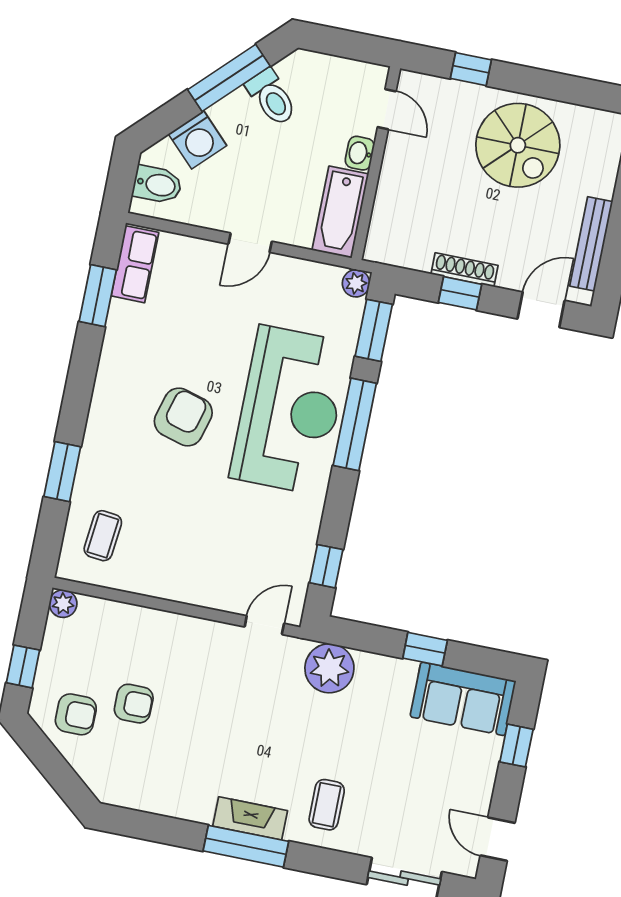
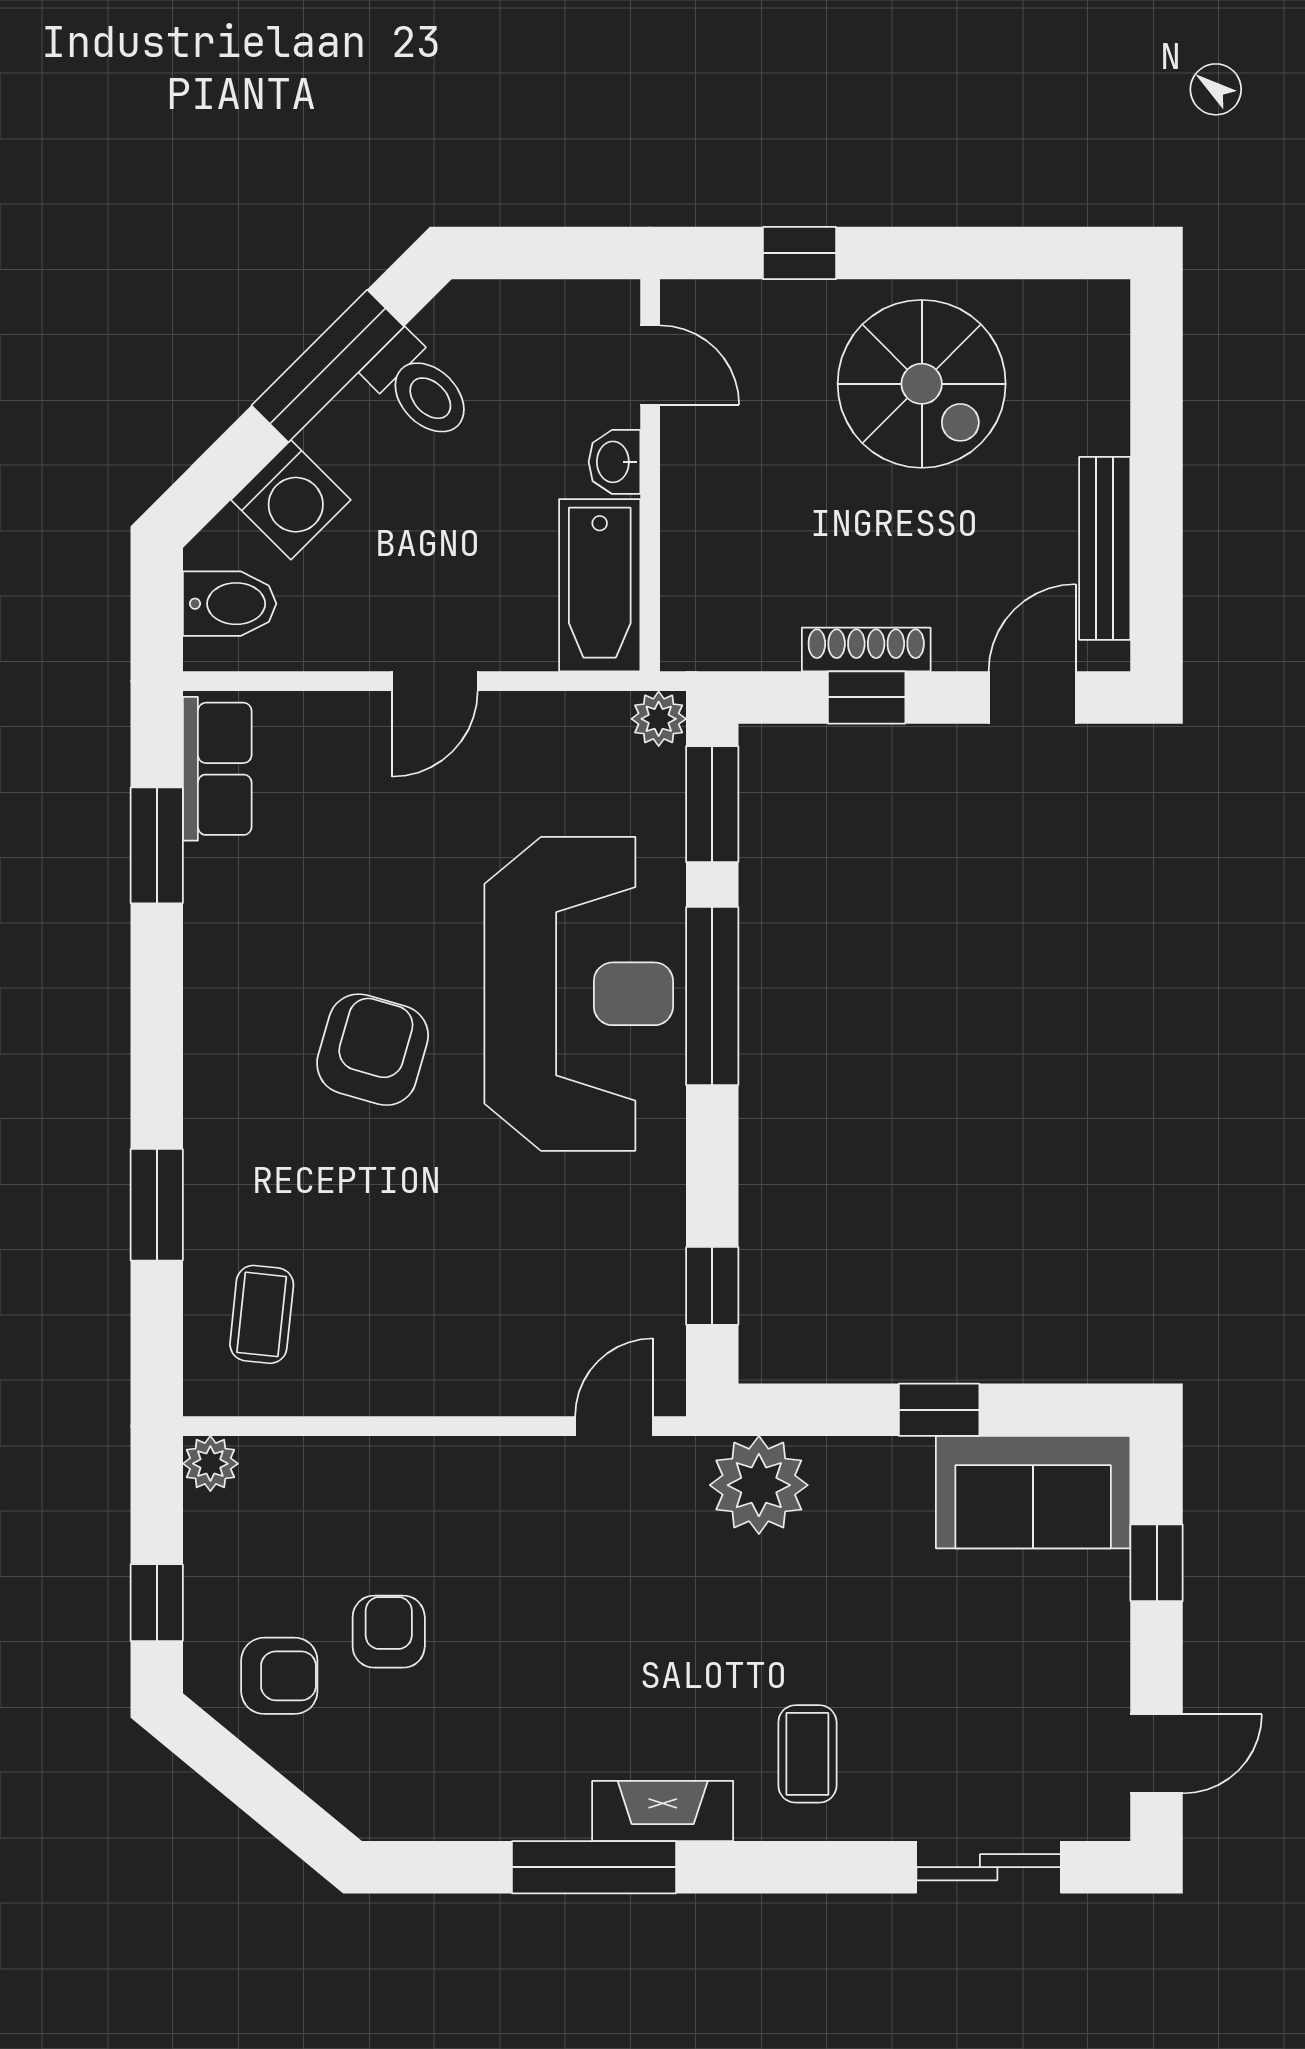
armchair: (134, 704) -> (389, 1632), turned -90
door: (498, 839) -> (1157, 1754), swing flipped
window: (246, 846) -> (594, 1867), moved

